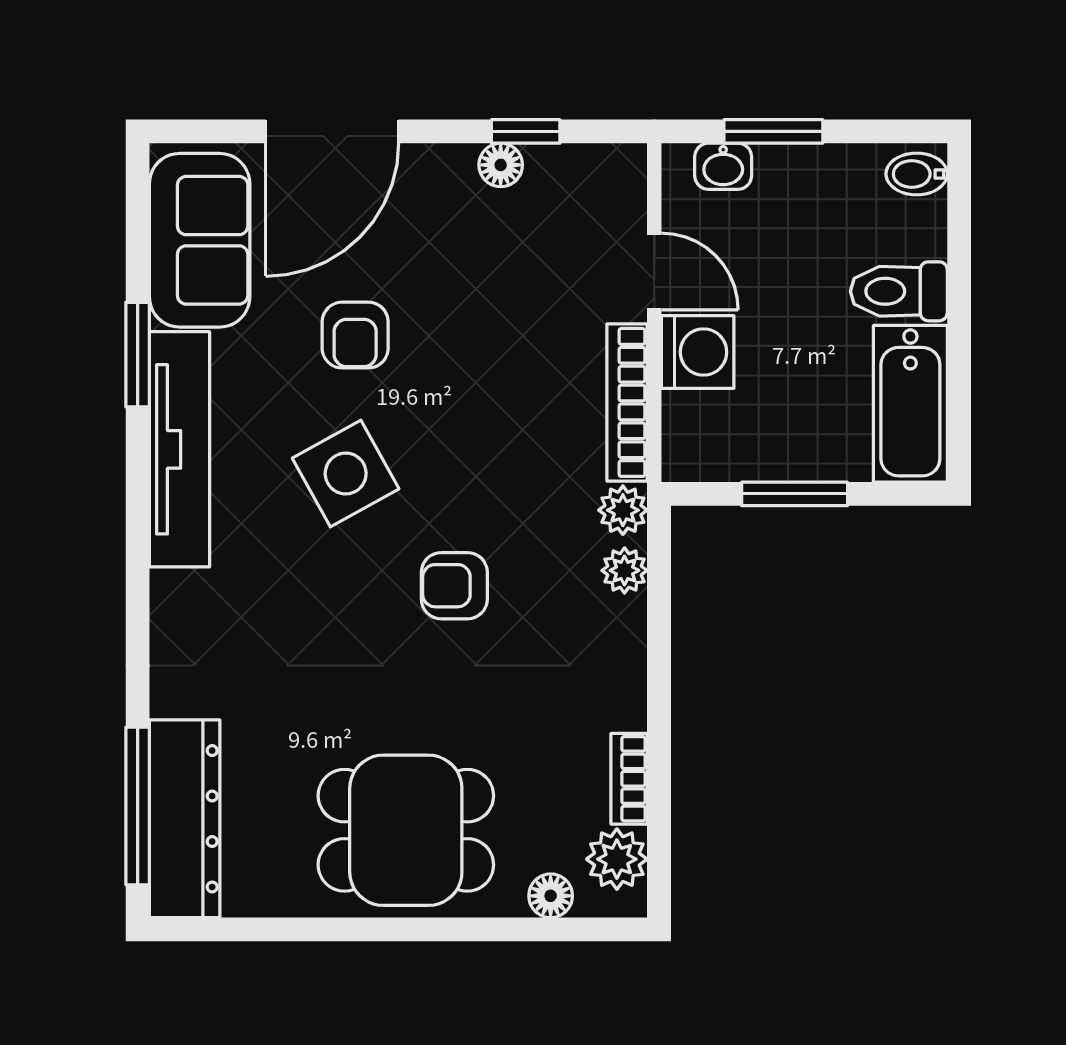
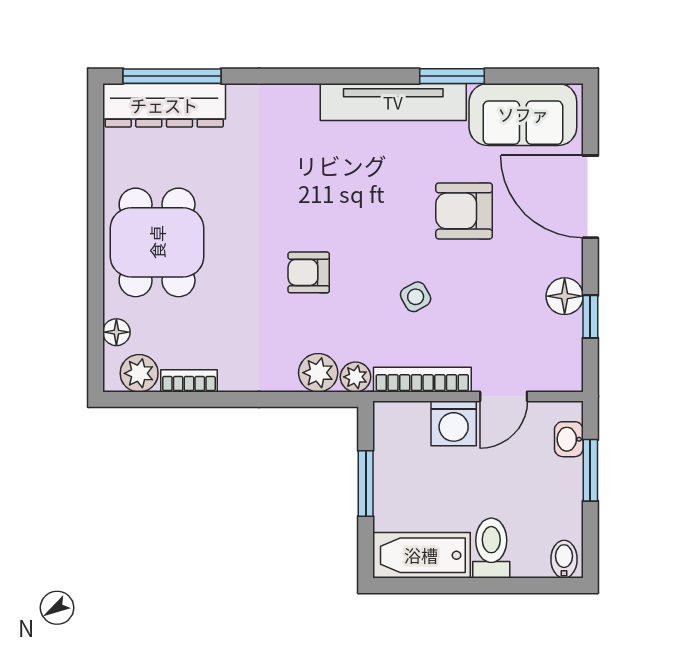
floor lamp: (501, 165) -> (565, 296), width x1.37, depth x1.37
armchair: (355, 335) -> (464, 211), width x1.38, depth x1.38
side table: (346, 473) -> (416, 297), moved, width x0.54, depth x0.54
plant: (624, 570) -> (318, 373), width x1.38, depth x1.38
armchair: (454, 586) -> (309, 272), turned -90

